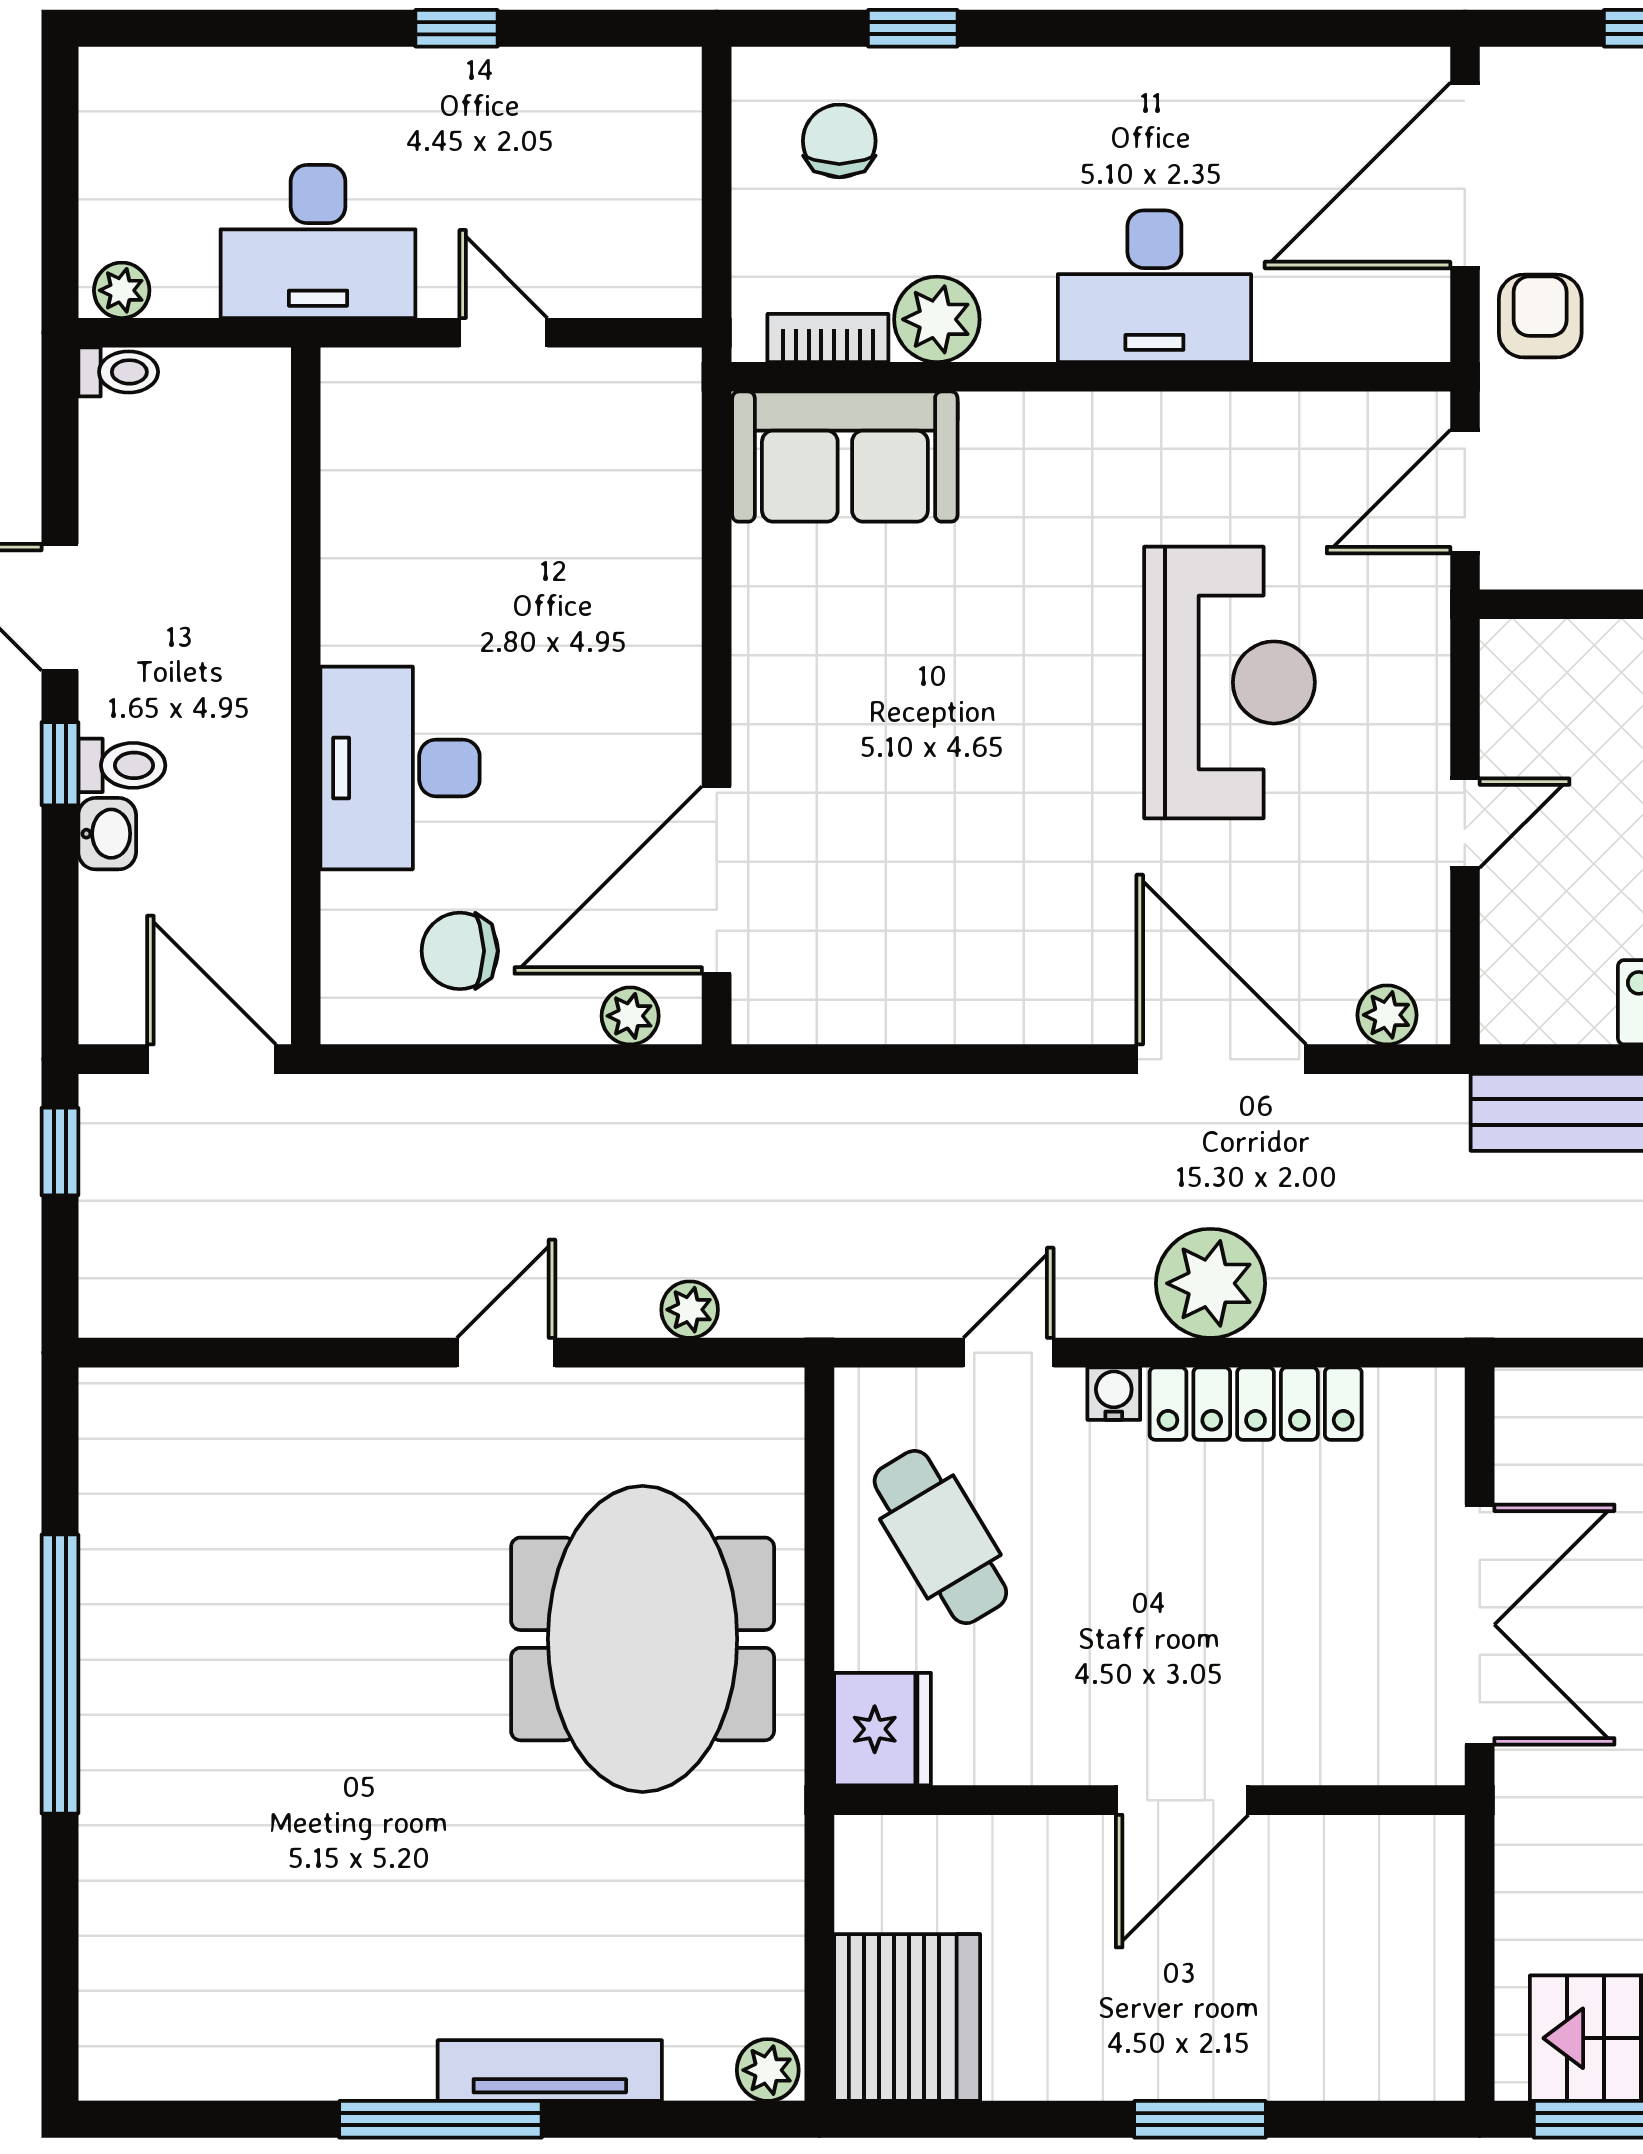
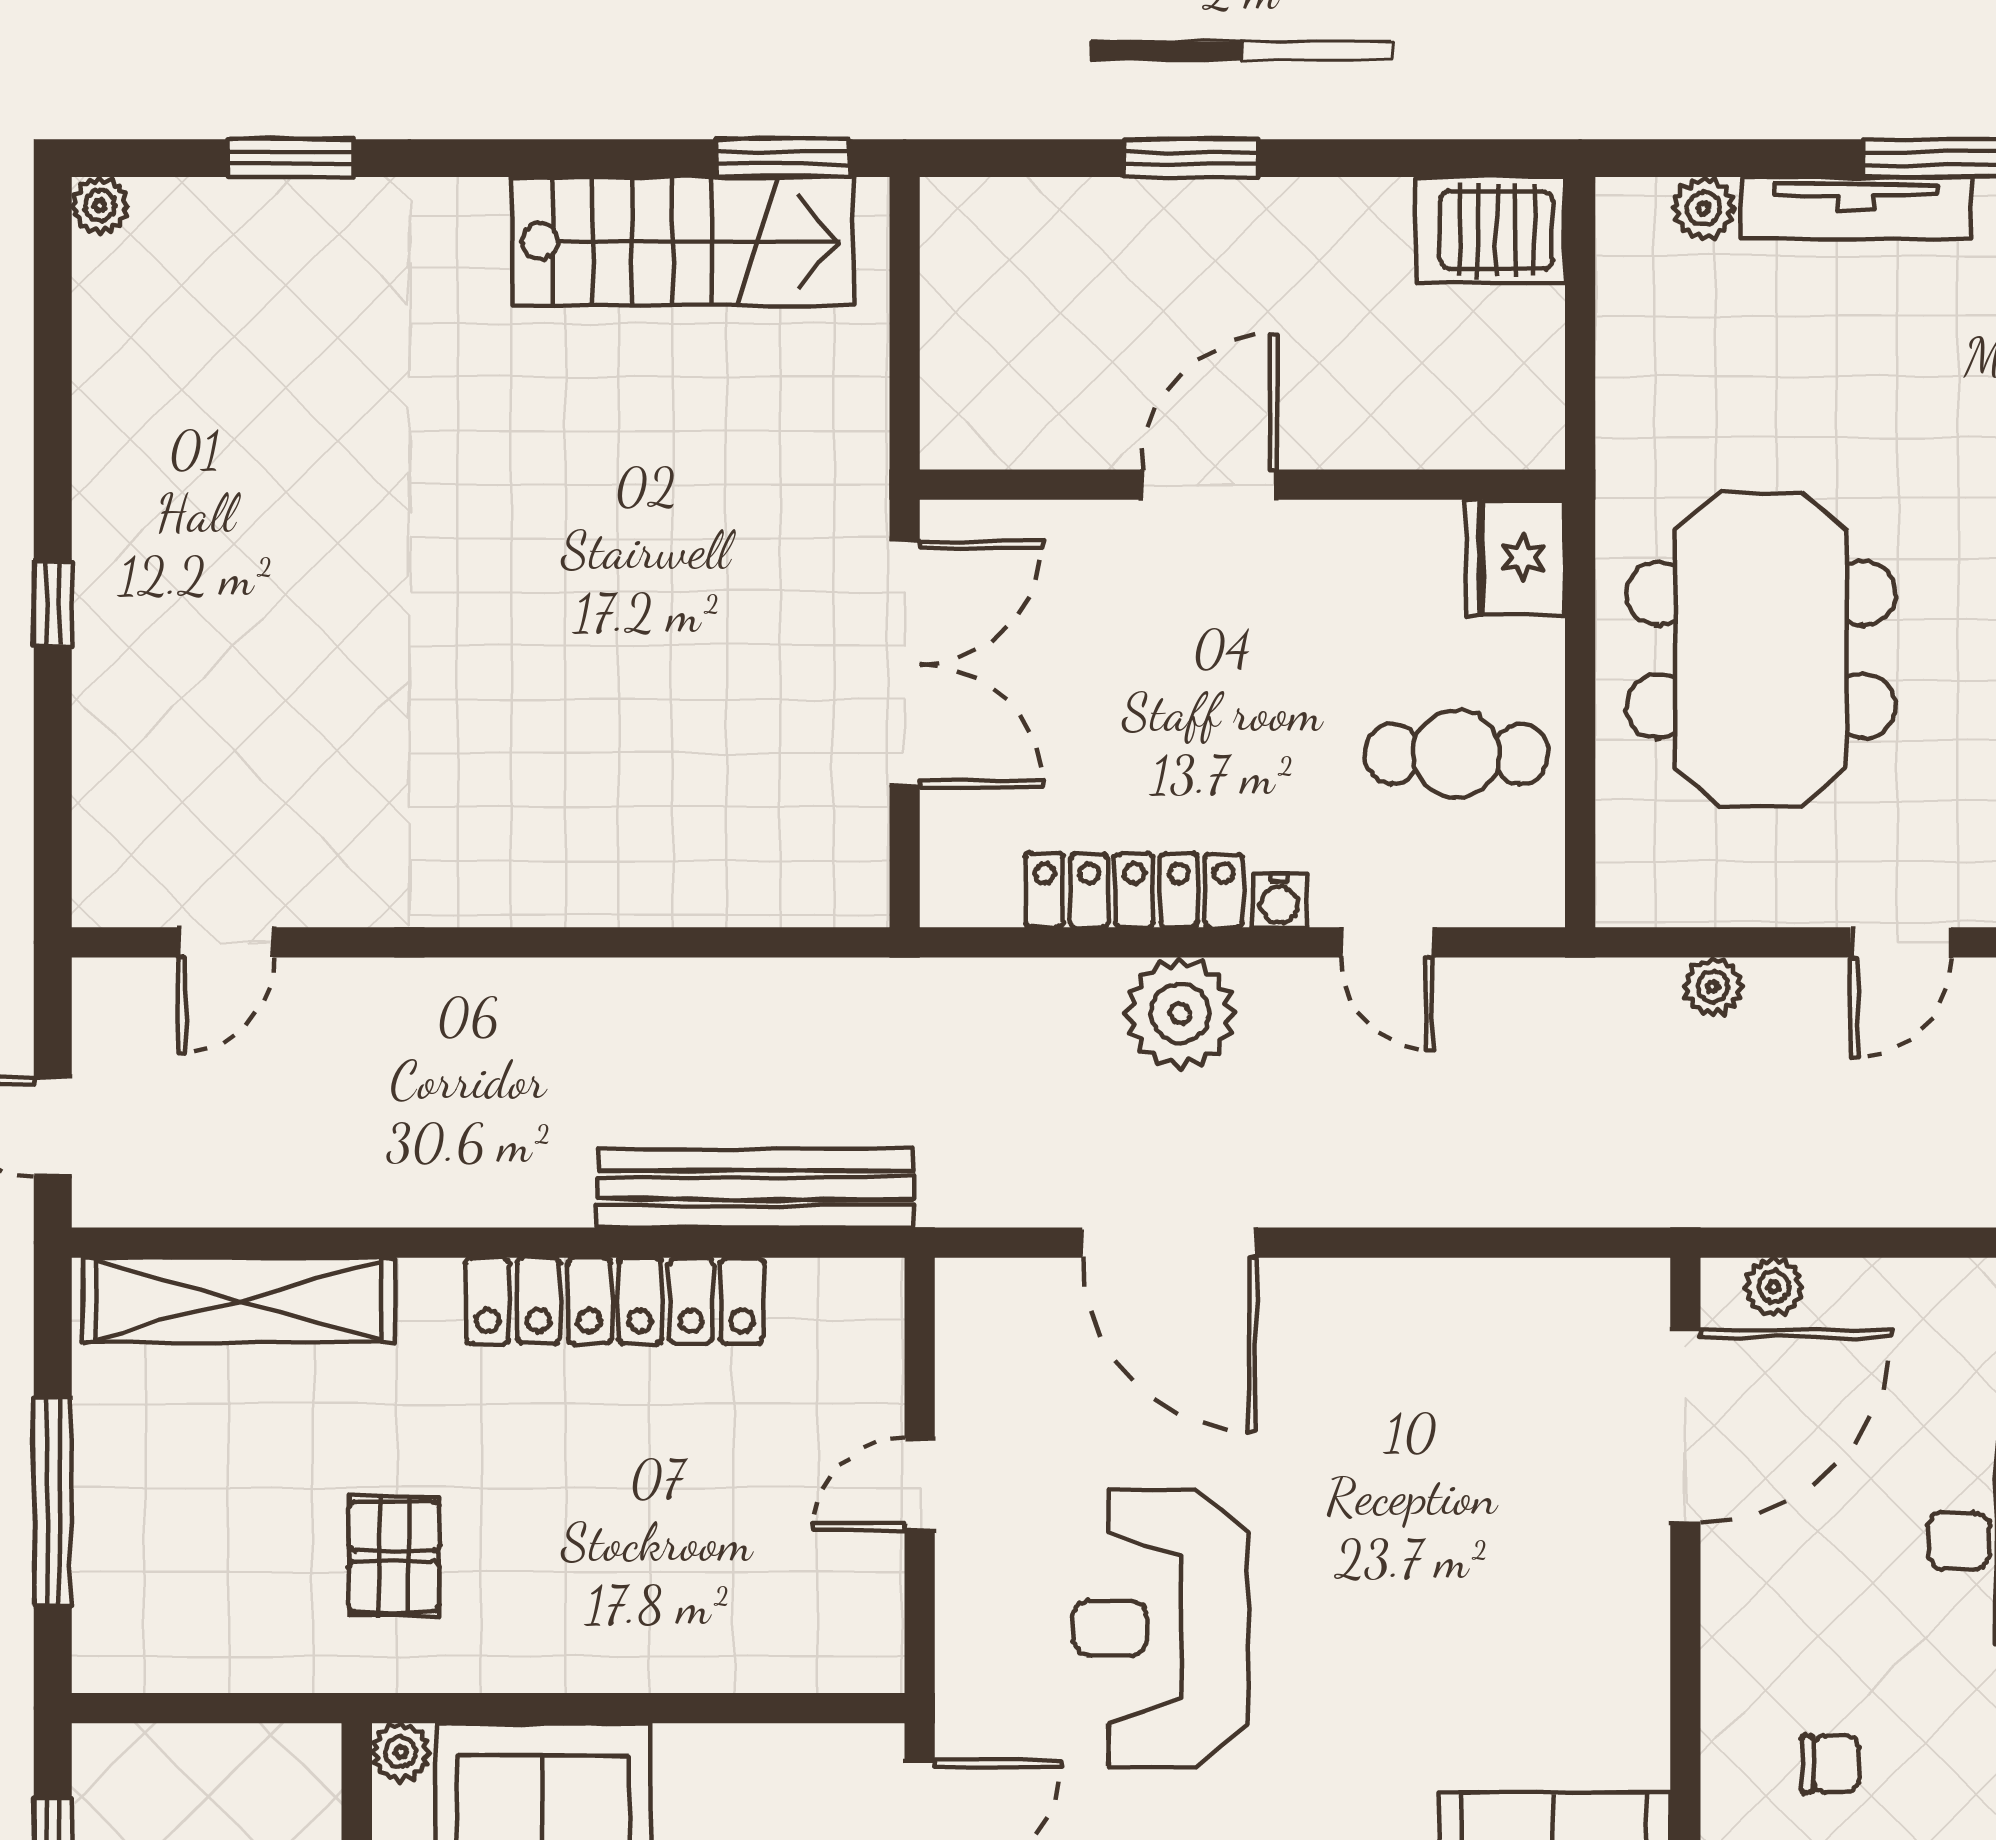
chair: (460, 951) -> (1831, 1764), moved, width x0.73, depth x0.73
plant: (1387, 1015) -> (999, 1288), removed
door: (1008, 1353) -> (1387, 942), hinge flipped
cafe table: (940, 1537) -> (1456, 754), turned -59
double door: (1480, 1625) -> (905, 664), swing flipped
server rack: (907, 2018) -> (1491, 230), width x0.62
plant: (768, 2070) -> (1704, 209), moved

